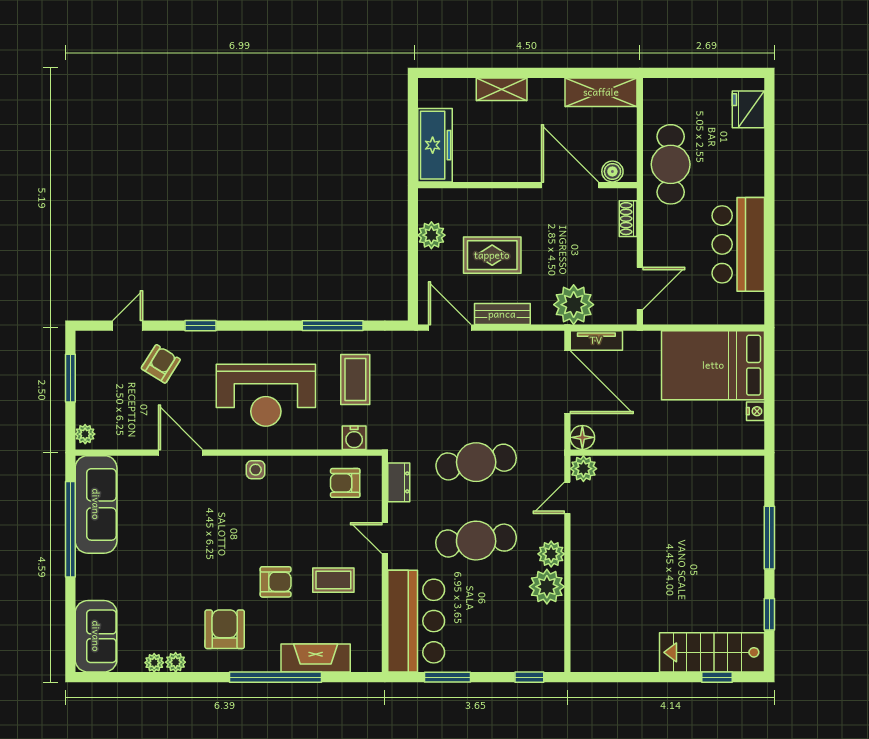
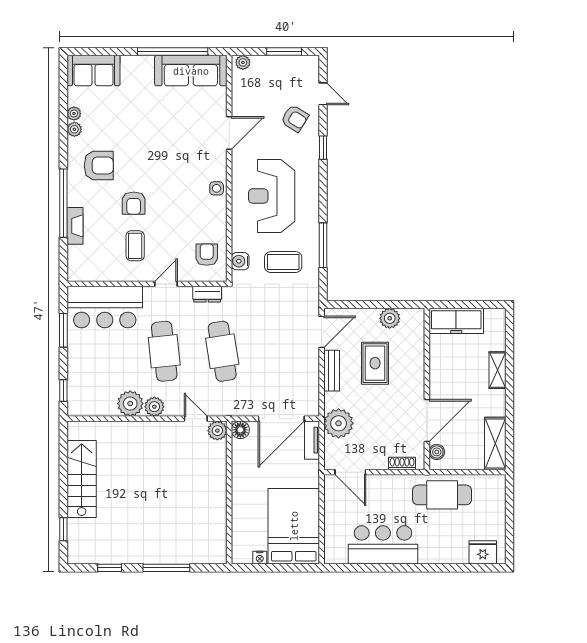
stairs: (712, 652) -> (82, 479), moved
fireplace: (316, 658) -> (75, 226), width x0.73, depth x0.76

